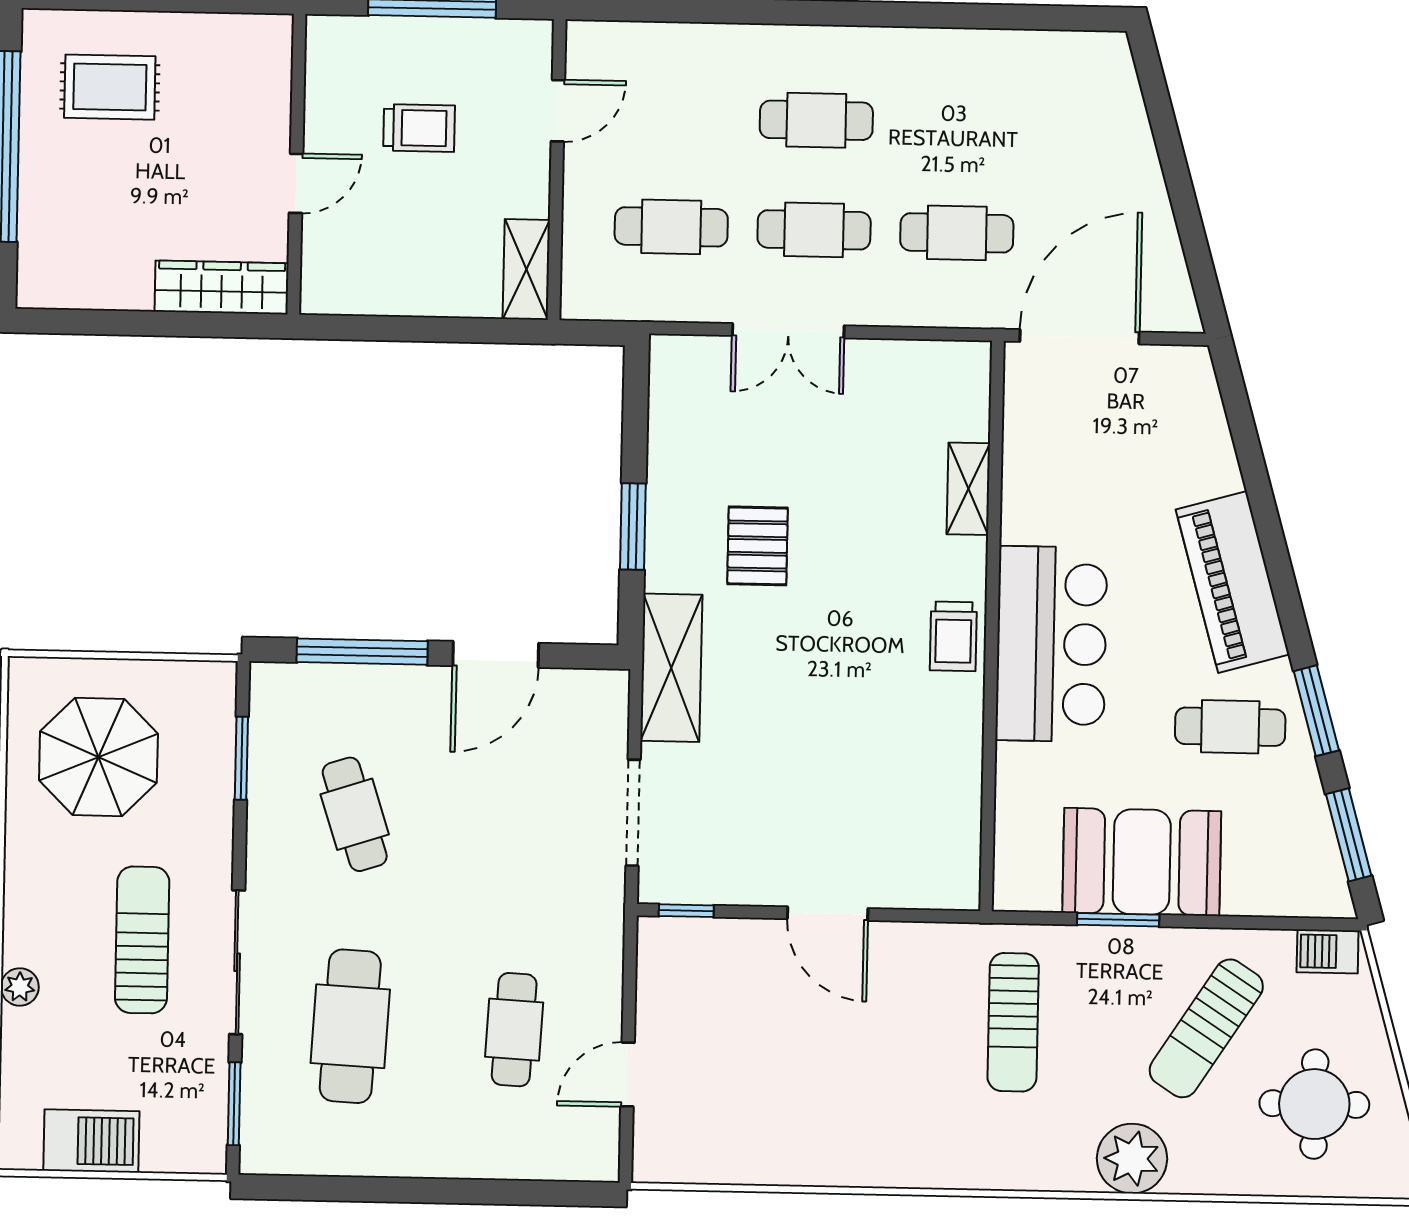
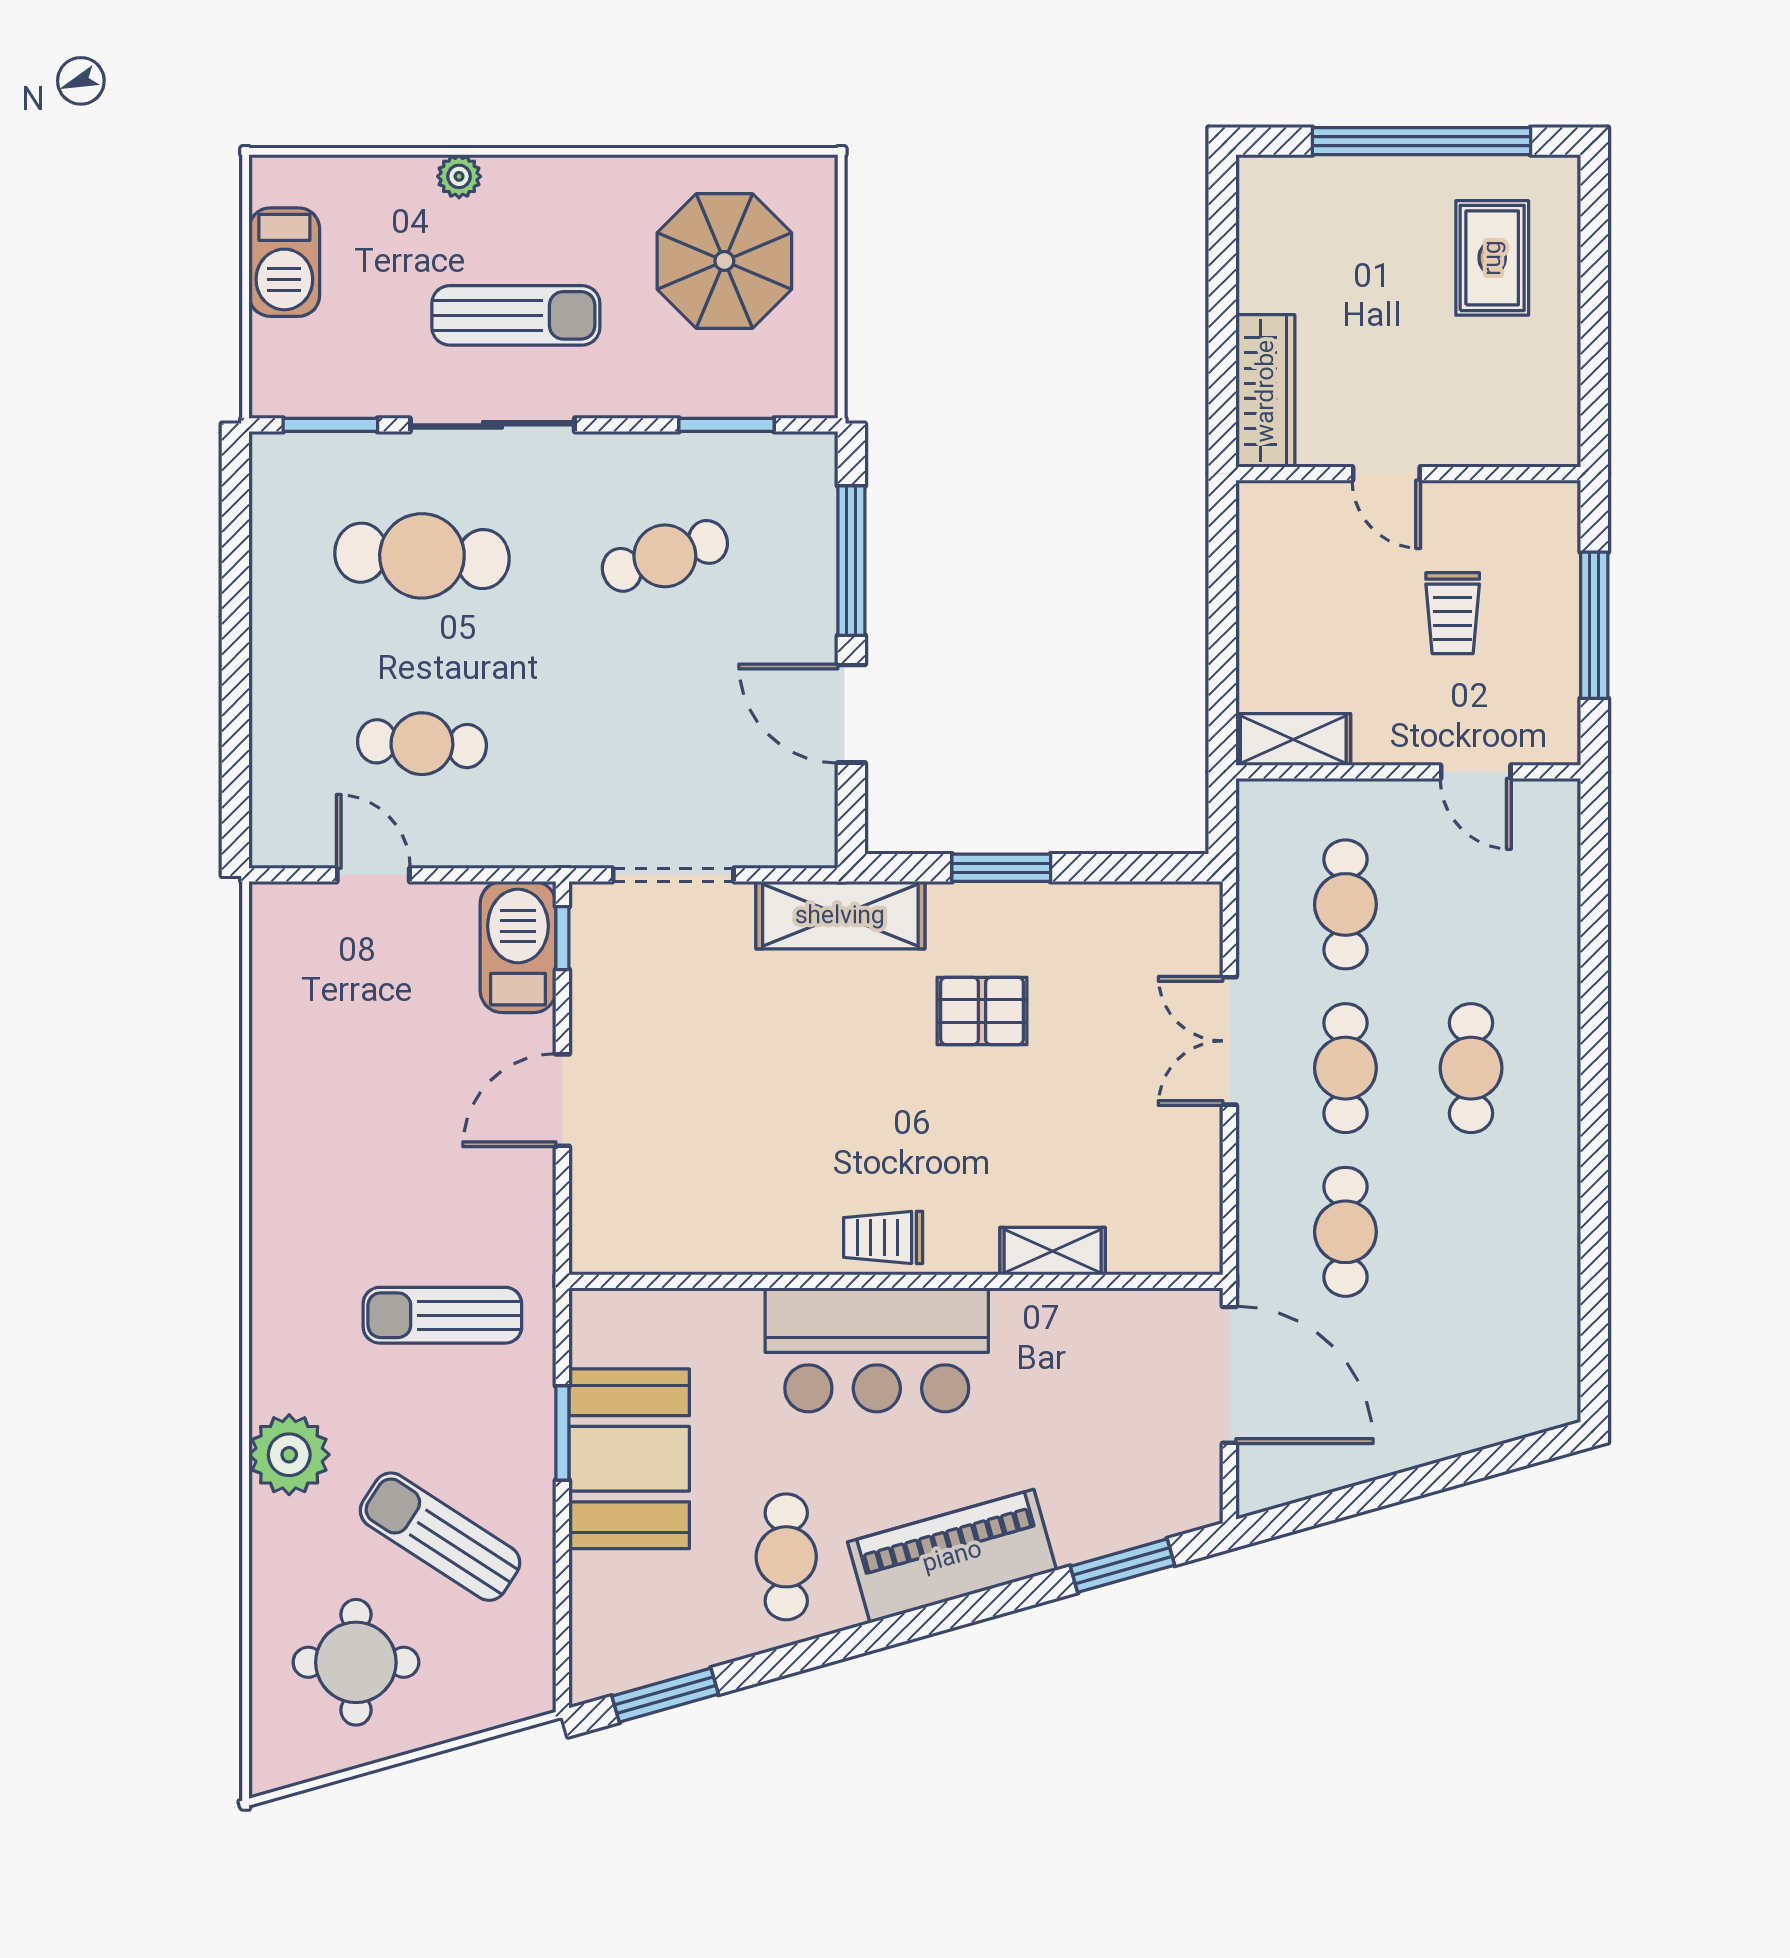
window: (1316, 711) -> (1122, 1566), moved
barbecue: (1328, 951) -> (518, 947), moved, width x1.88, depth x1.53

